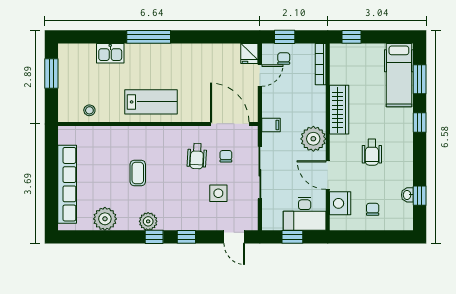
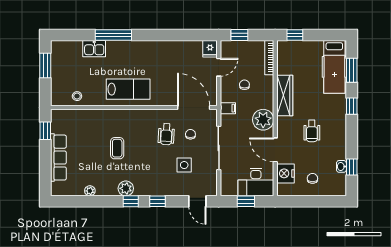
window: (149, 37) -> (113, 35), moved
chair: (284, 58) -> (244, 85), moved
window: (51, 152) -> (45, 131), added
row of seats: (67, 184) -> (58, 158), width x0.73
plant: (105, 219) -> (90, 191), width x0.53, depth x0.53

